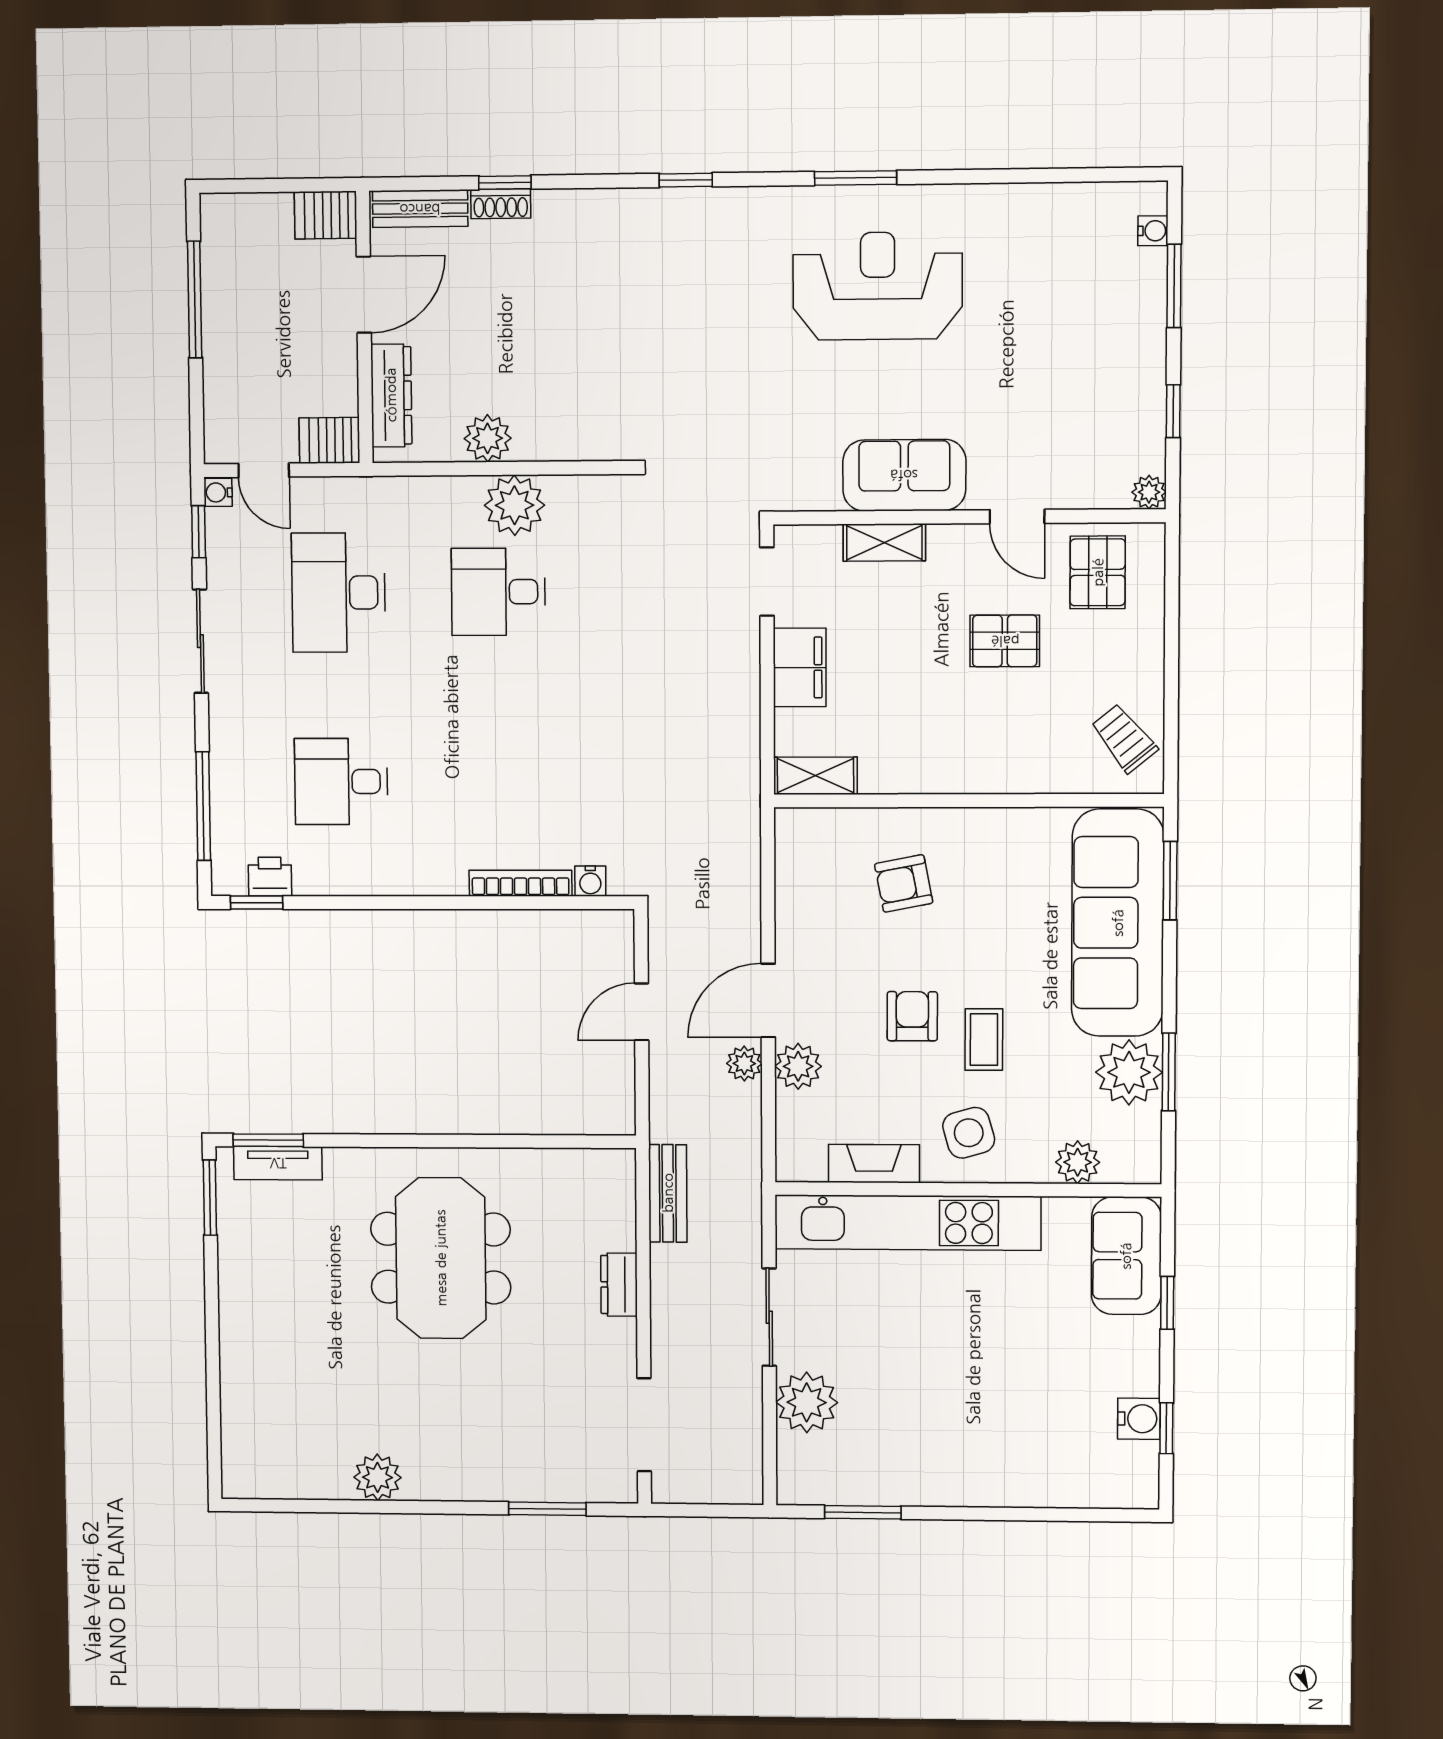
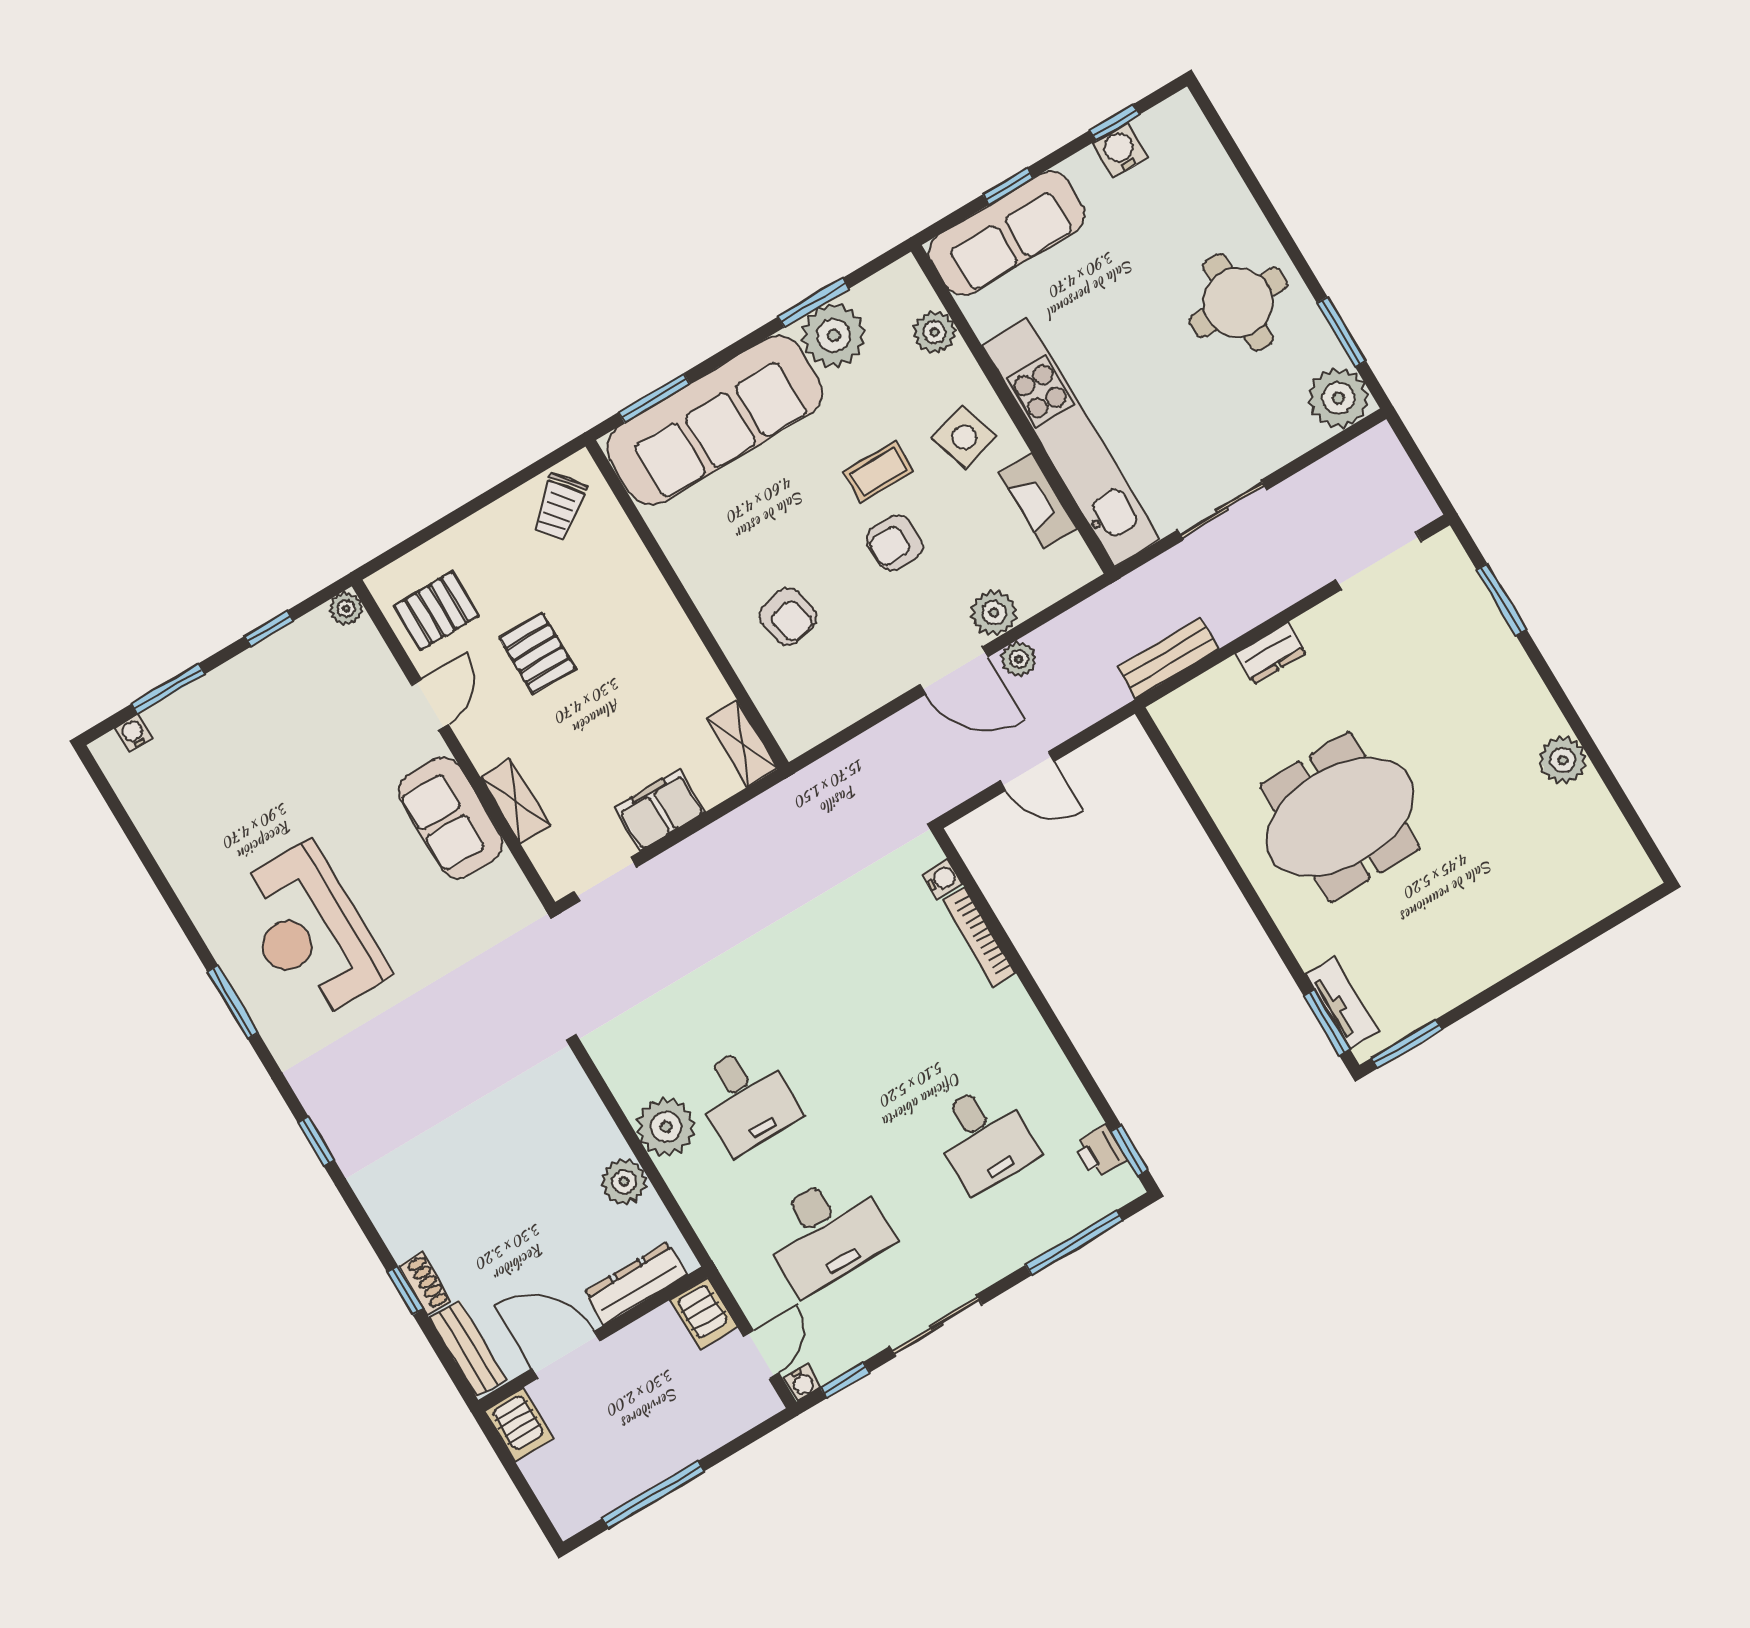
sofa: (1126, 1256) -> (1007, 233), width x1.36
plant: (807, 1402) -> (1338, 398), moved
round table: (943, 1440) -> (1238, 302), added

